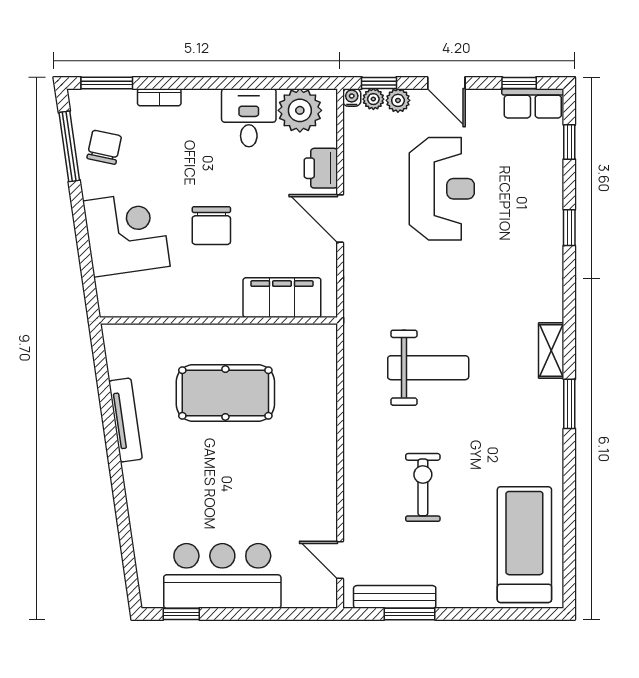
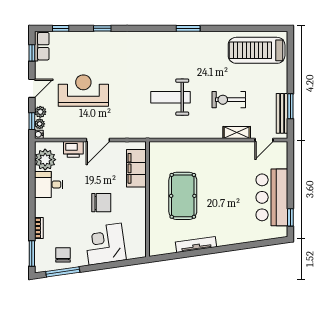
chair: (104, 147) -> (63, 255), turned 78
shelving: (551, 350) -> (237, 133), moved
weight bench: (428, 368) -> (170, 97), turned -90

